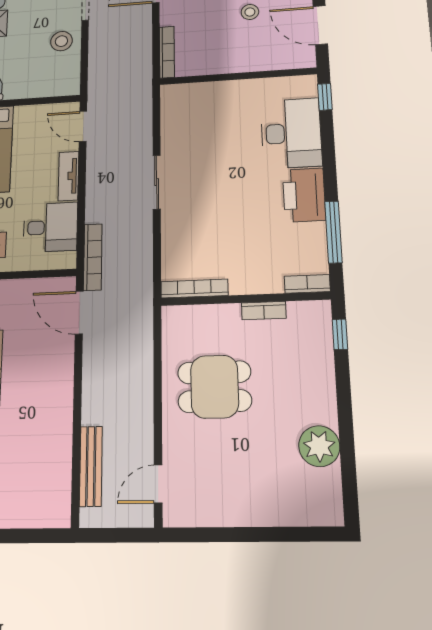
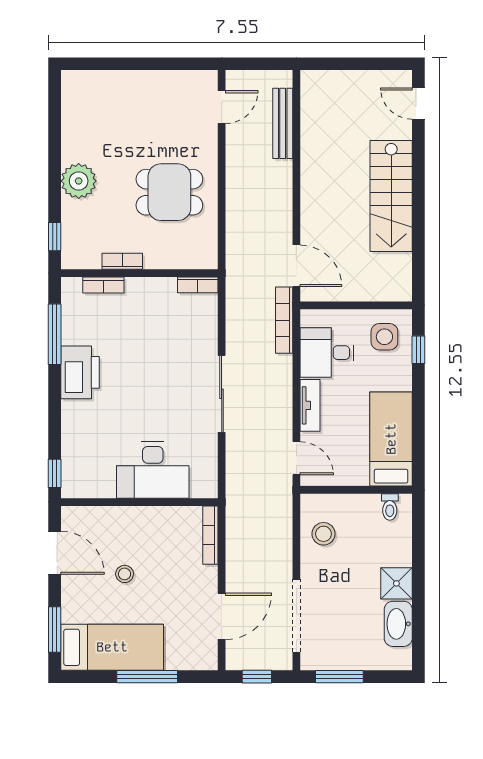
stool: (61, 41) -> (323, 534), moved
desk: (291, 133) -> (153, 470), moved, turned -90
sliding door: (157, 182) -> (222, 394), width x1.37
bookcase: (307, 284) -> (103, 285), moved
bookcase: (194, 289) -> (198, 285), width x0.64
plant: (319, 446) -> (79, 181), moved

